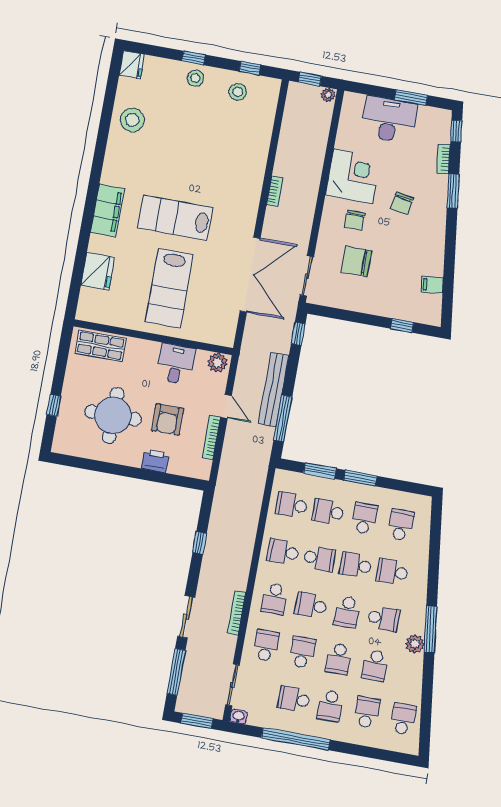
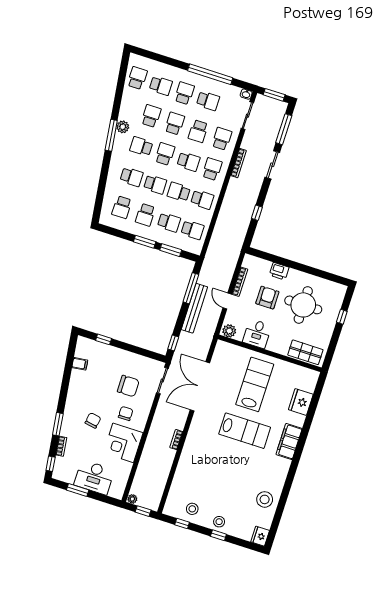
school desk: (266, 646) -> (222, 139), turned 180
school desk: (367, 712) -> (161, 86), turned -90
school desk: (403, 719) -> (137, 78), turned 180

